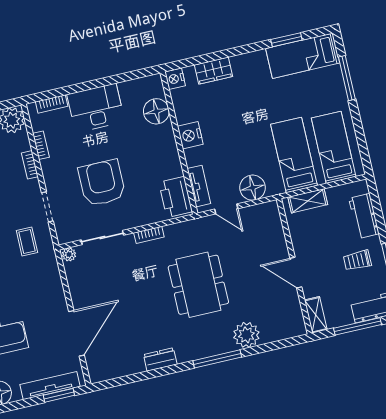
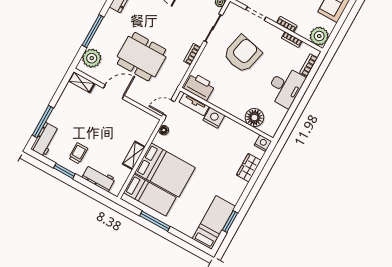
window: (347, 78) -> (155, 221), moved
nightstand: (190, 135) -> (214, 118), moved
bed: (294, 155) -> (165, 170), width x1.50
armchair: (102, 183) -> (242, 54), turned -77
floor lamp: (253, 188) -> (164, 130), width x0.53, depth x0.53
wall: (294, 266) -> (118, 94), moved
door: (296, 273) -> (114, 92), moved
shelving: (316, 315) -> (82, 82), moved

